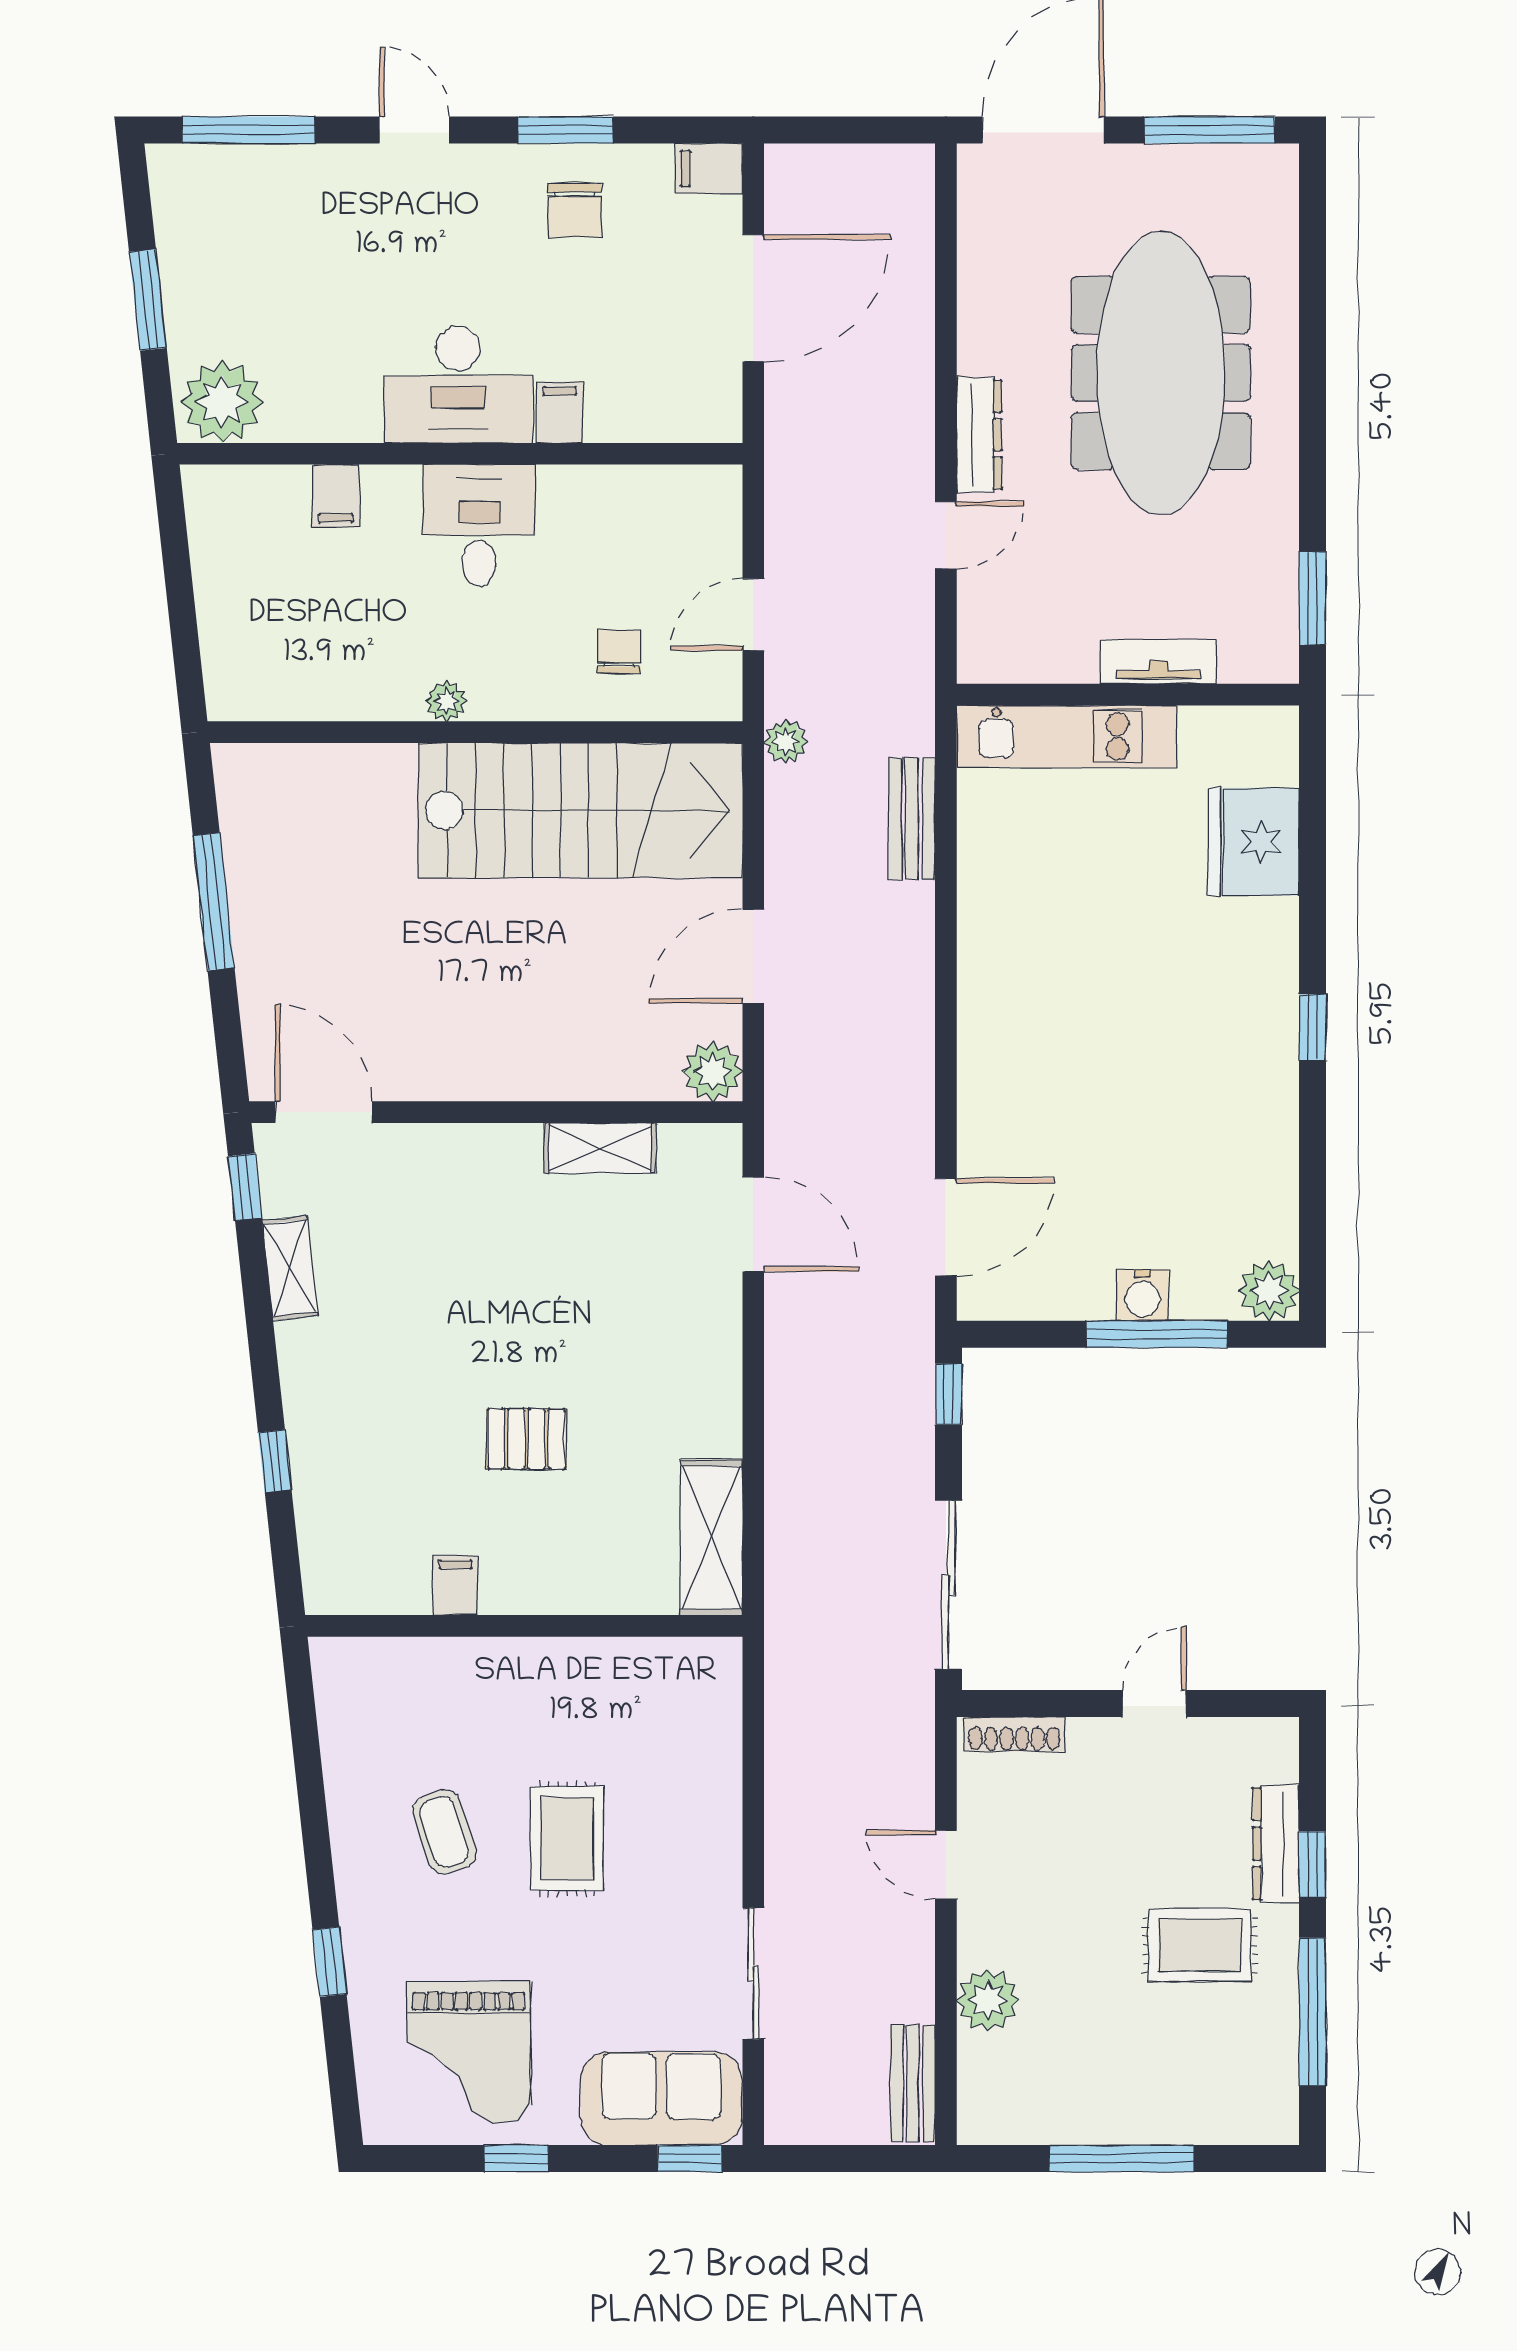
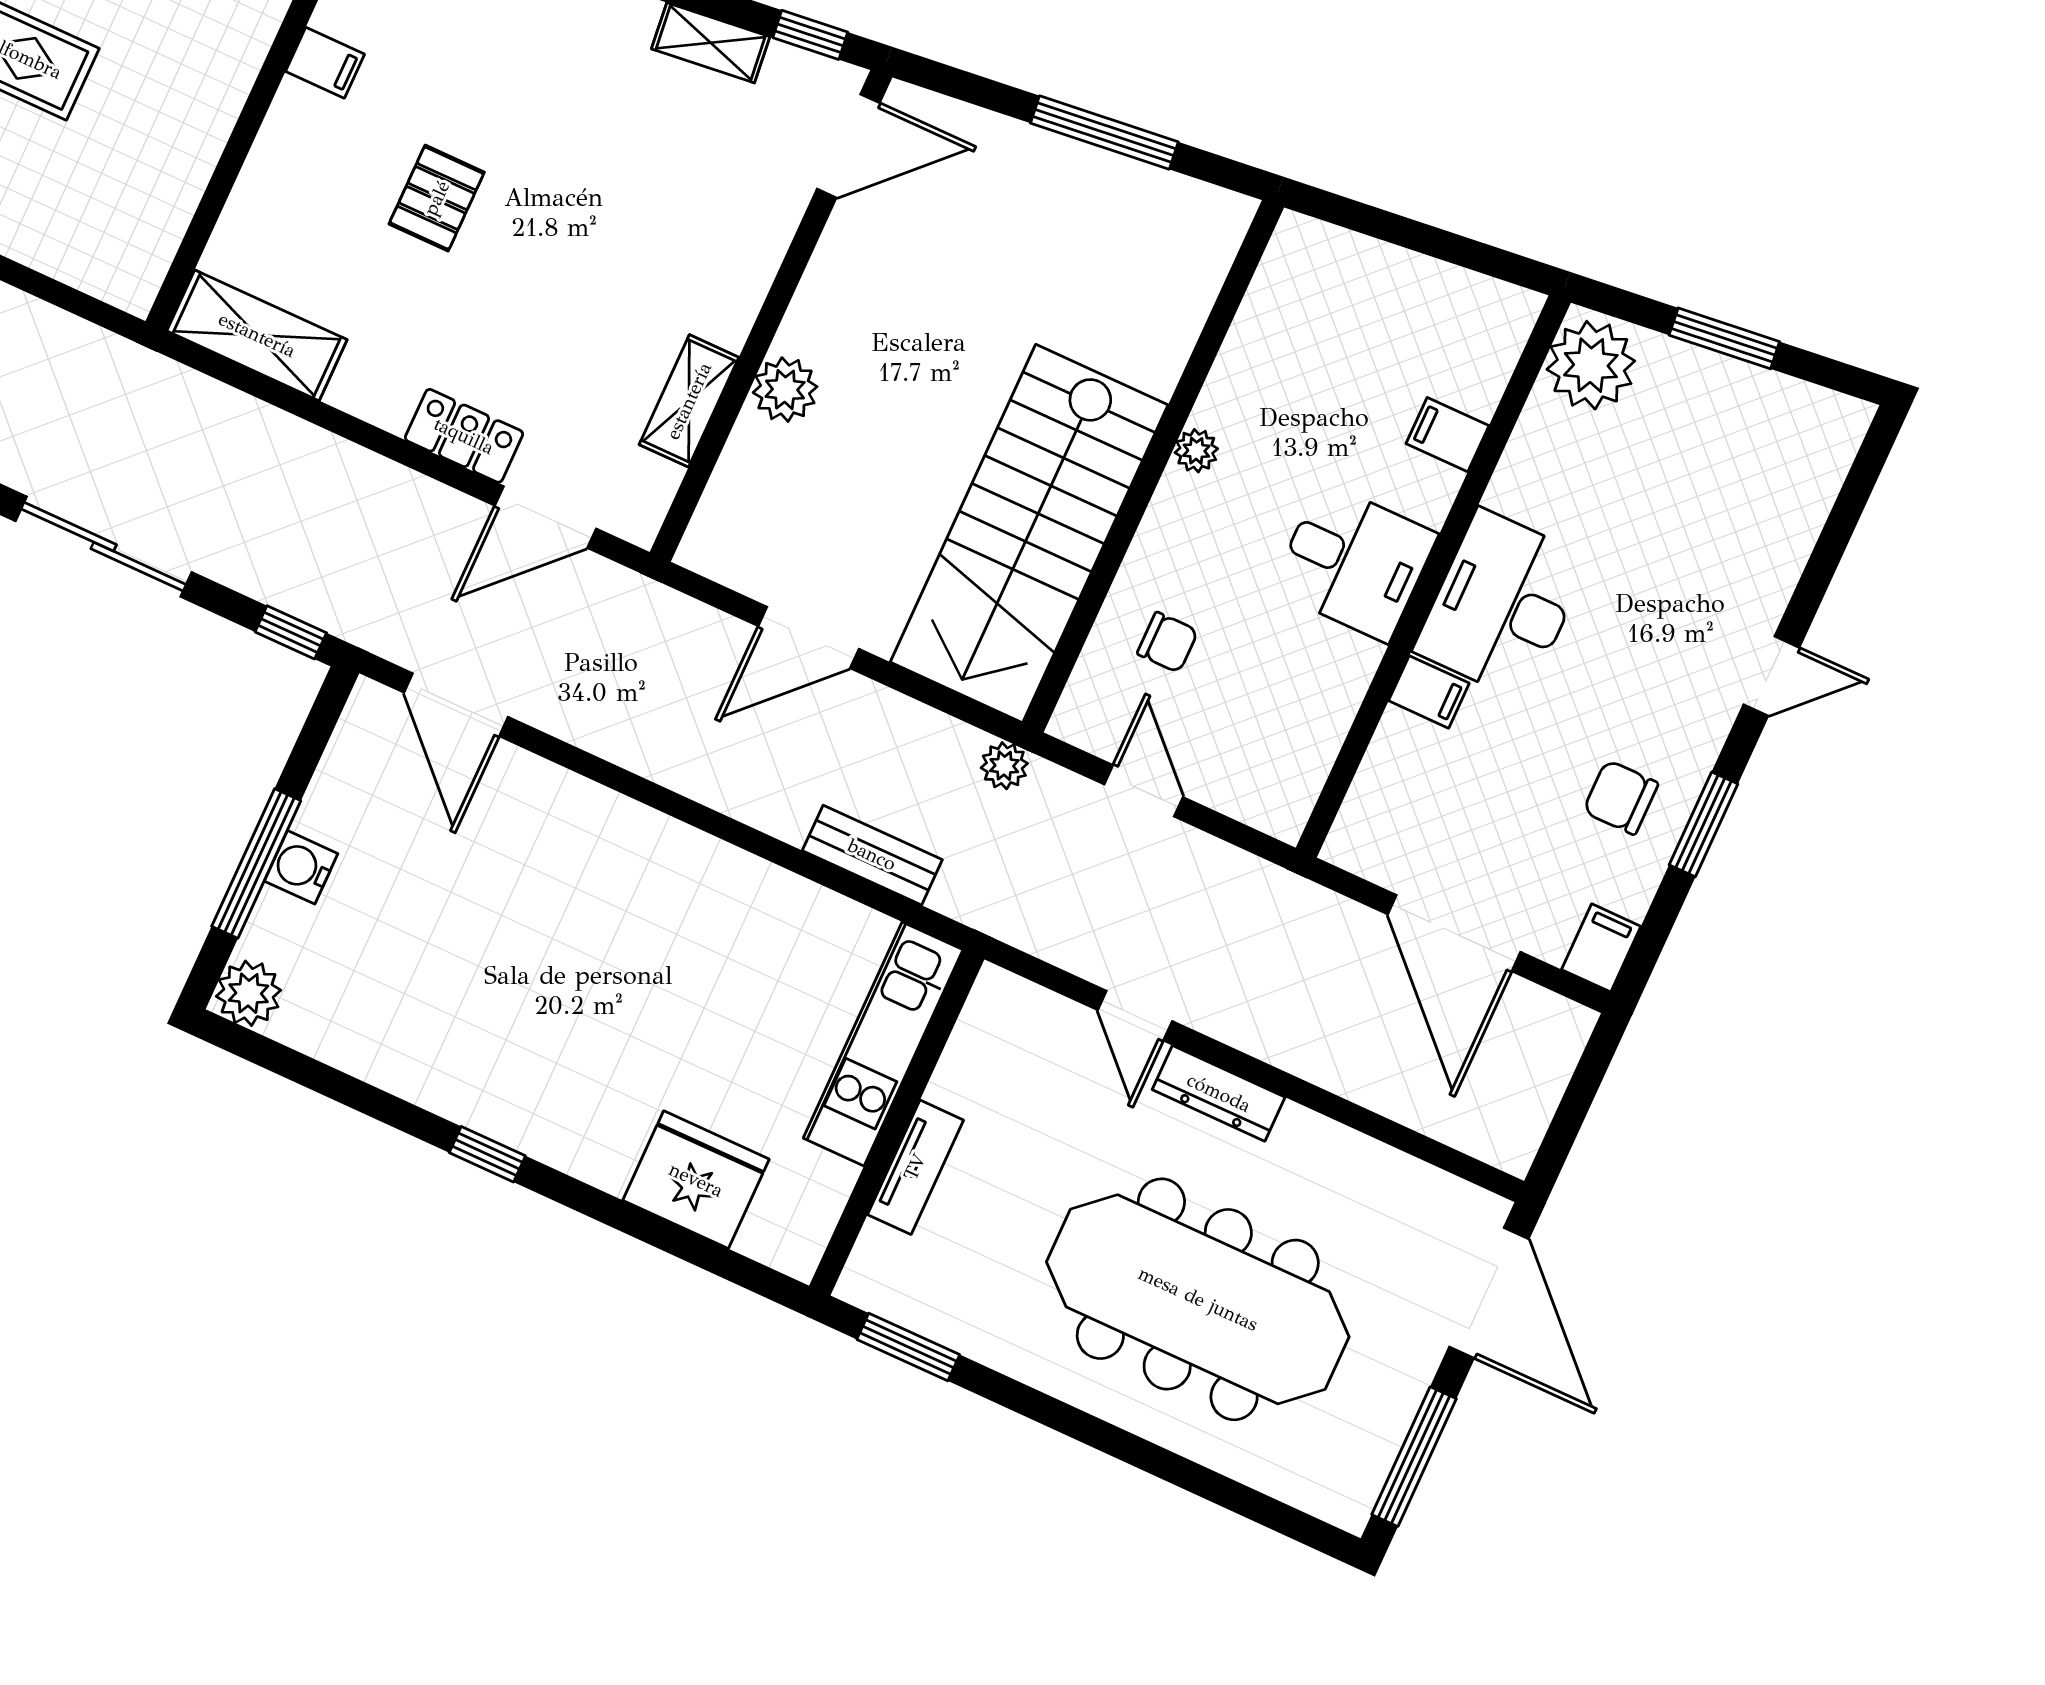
window: (248, 130) -> (1846, 513), removed
door: (753, 956) -> (809, 638), swing flipped
plant: (713, 1072) -> (785, 390), moved
locker: (716, 1324) -> (464, 436), added

